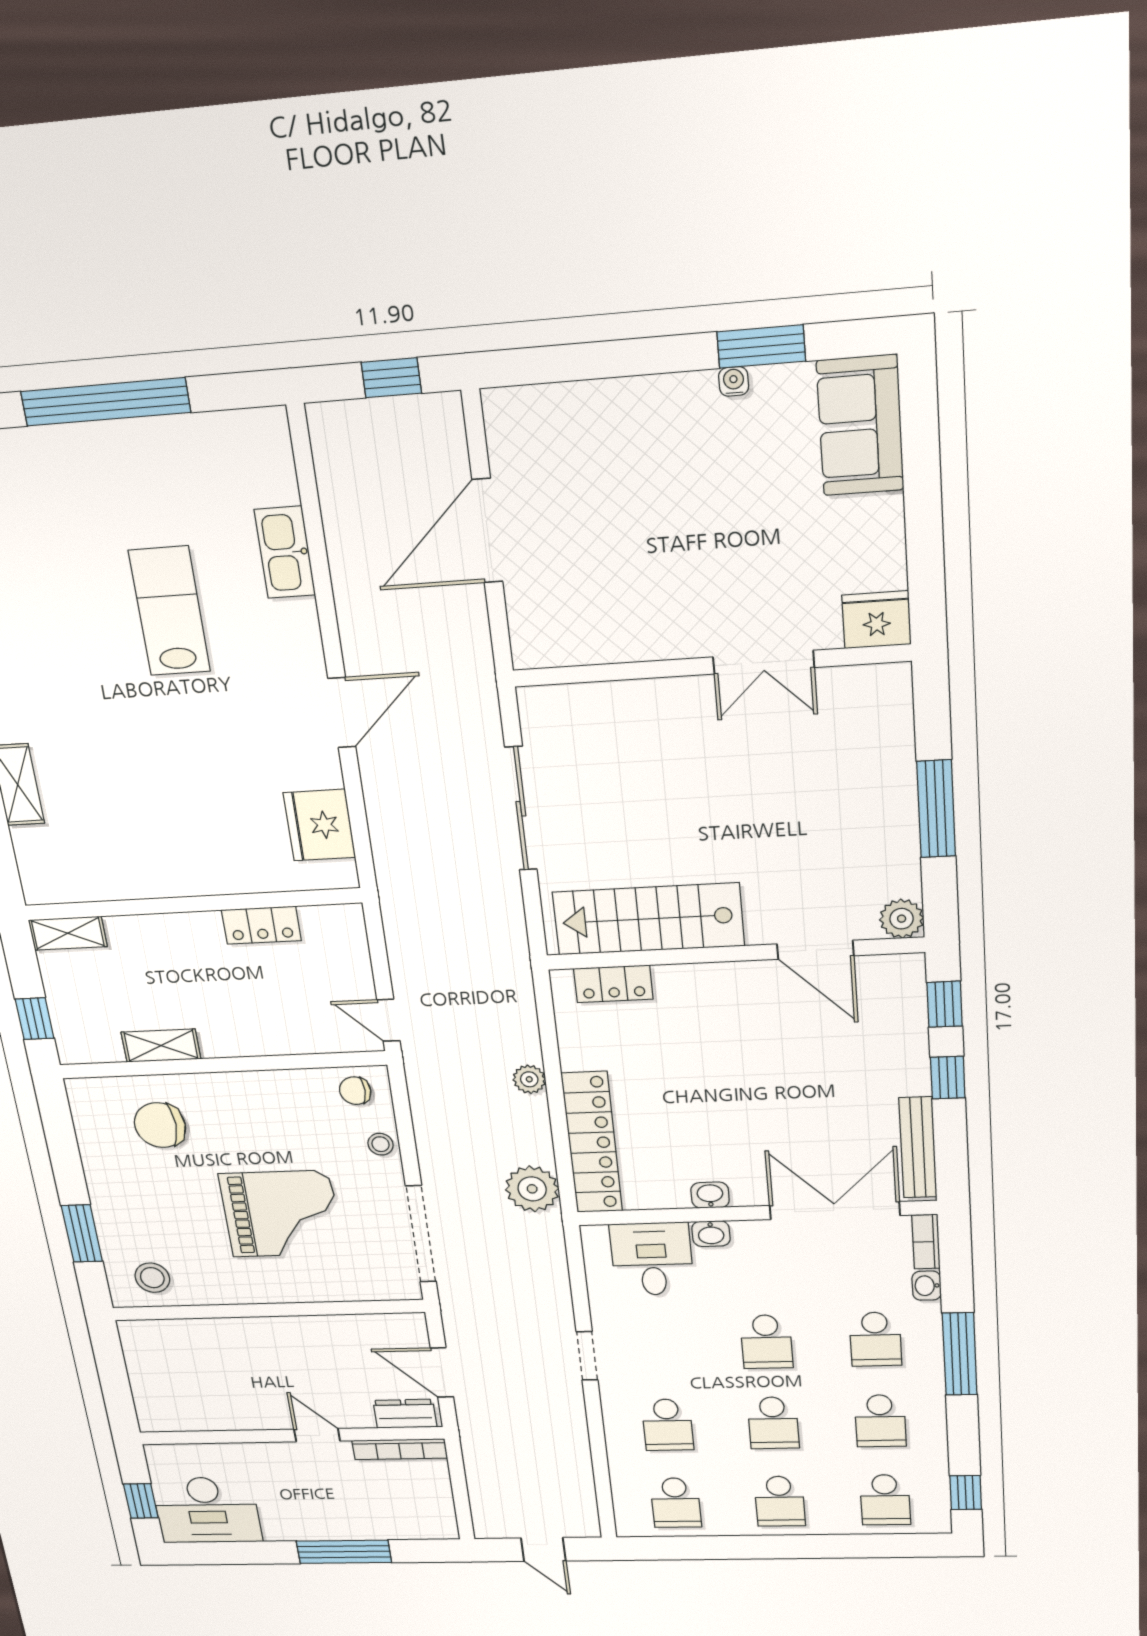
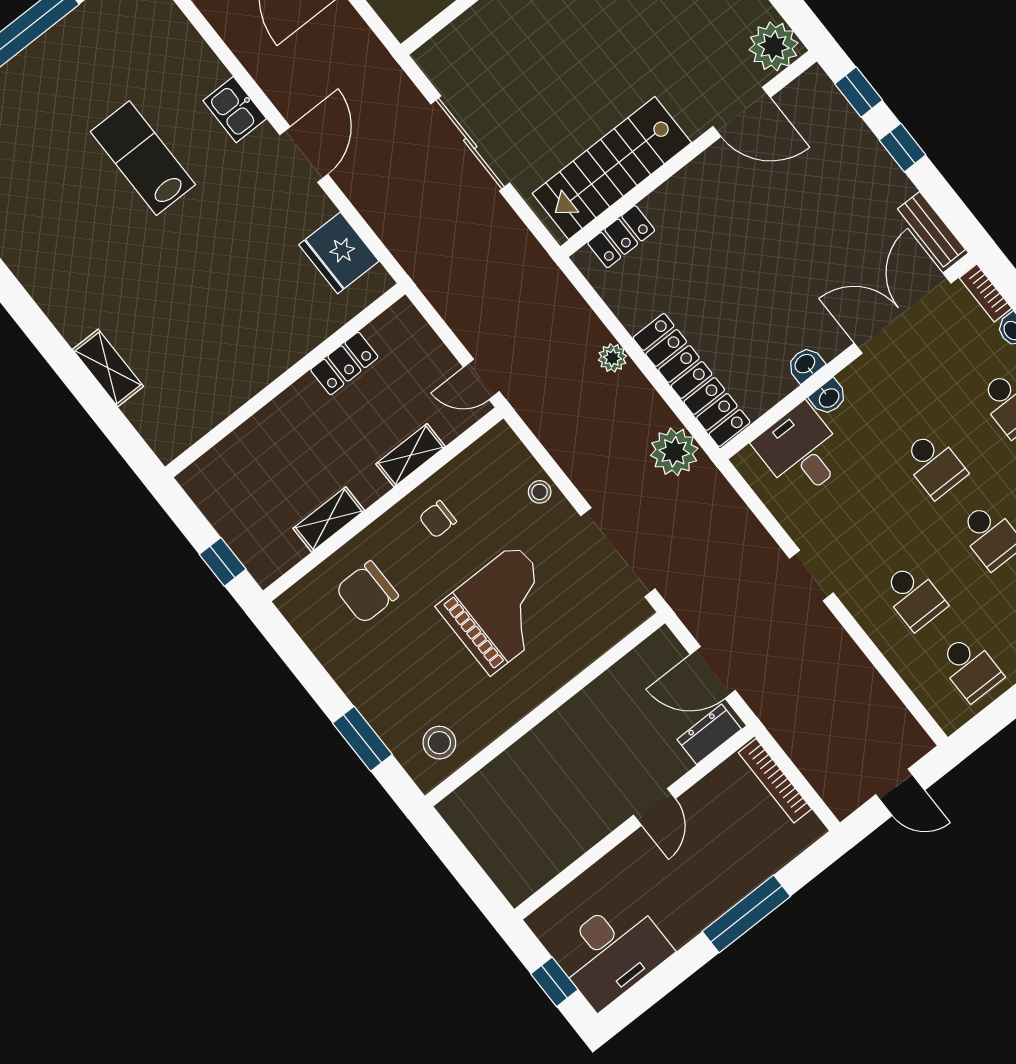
kitchen sink: (285, 552) -> (235, 110), moved, width x0.73
plant: (902, 919) -> (773, 46), width x1.36, depth x1.36
shelving: (68, 933) -> (411, 455), moved
chair: (355, 1091) -> (438, 519), moved
bench: (918, 1148) -> (931, 229), width x0.73
door: (317, 1435) -> (654, 807), swing flipped
bookcase: (400, 1449) -> (775, 781), moved, turned 90

